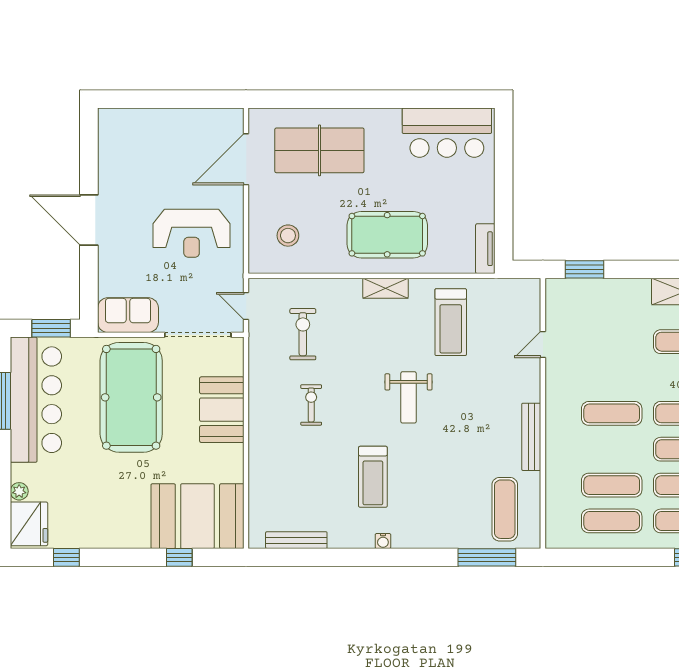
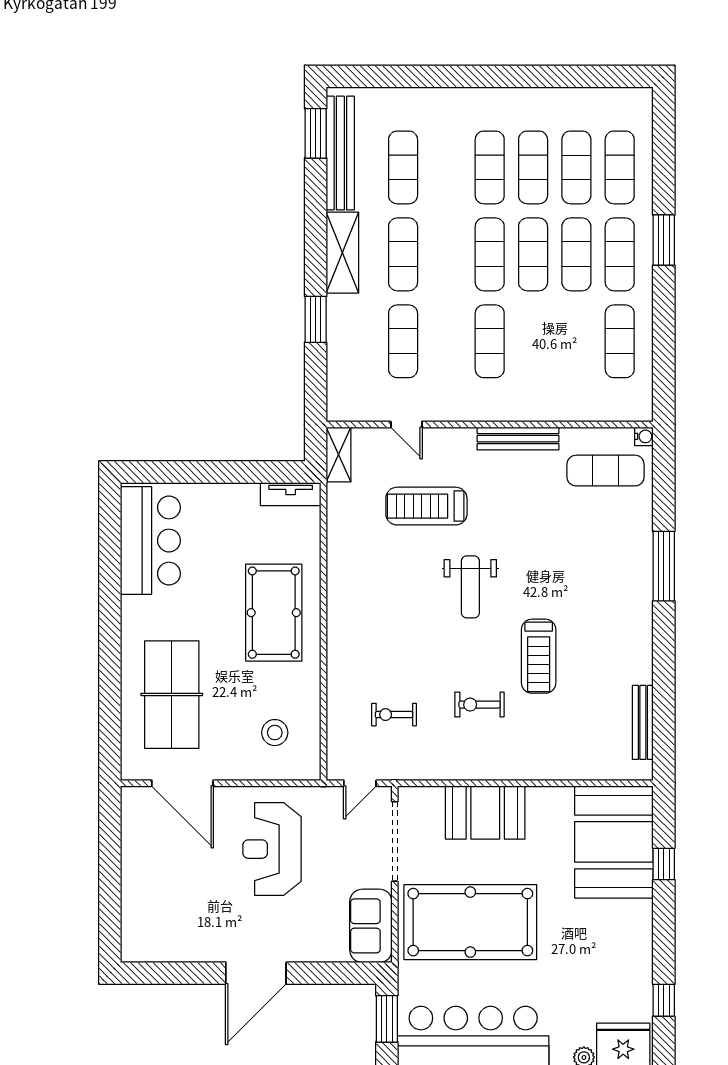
reception desk: (192, 233) -> (272, 849), turned 180
window: (585, 269) -> (316, 319), moved
shelving: (385, 288) -> (338, 454), moved
treadmill: (451, 322) -> (426, 506), moved, turned 180
exercise bike: (303, 334) -> (394, 715), width x0.73, depth x0.72
weight bench: (409, 397) -> (470, 587), turned 90
treadmill: (373, 477) -> (539, 656), moved, turned 90
exercise mat: (612, 485) -> (403, 341), moved
water cooler: (383, 541) -> (644, 436), moved
window: (487, 557) -> (664, 566), moved

